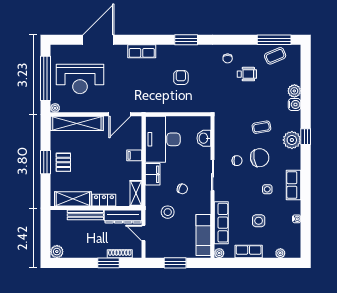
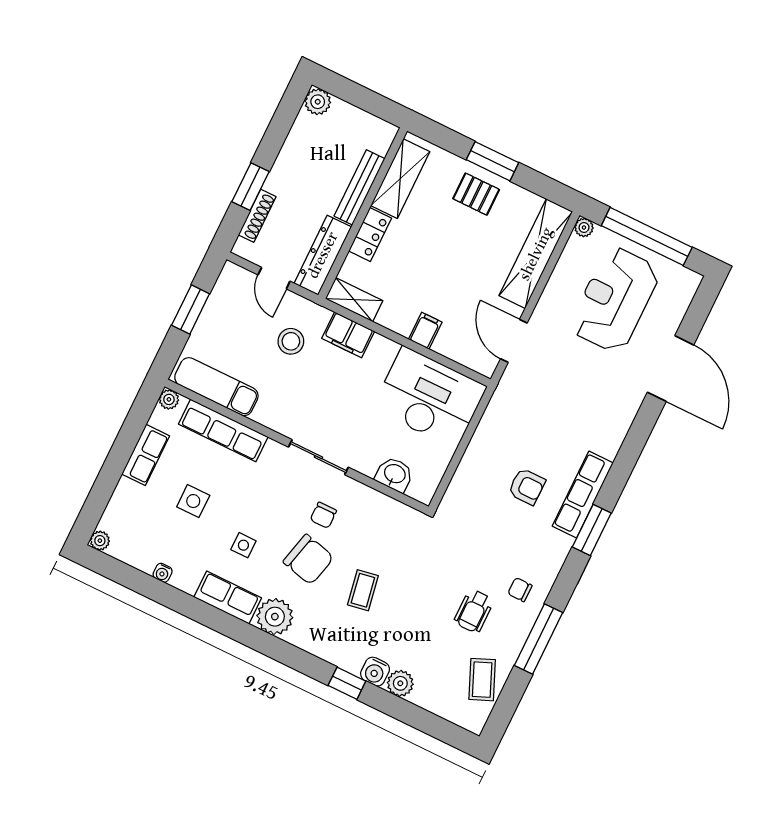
window: (274, 40) -> (539, 639), moved
row of seats: (142, 51) -> (583, 494), moved, width x1.48
window: (306, 137) -> (347, 683), moved
plant: (292, 140) -> (275, 617), moved
chair: (260, 158) -> (308, 560), turned -67
filing cabinet: (153, 174) -> (348, 335), moved
chair: (182, 189) -> (320, 389), removed
door: (144, 233) -> (274, 278), swing flipped
plant: (280, 253) -> (100, 541), moved

